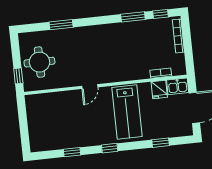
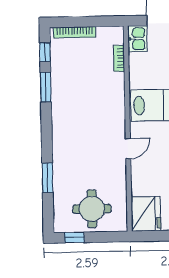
window: (18, 76) -> (74, 237), moved
door: (90, 87) -> (128, 149), hinge flipped
fridge: (159, 89) -> (146, 214), moved, width x1.88, depth x1.34

